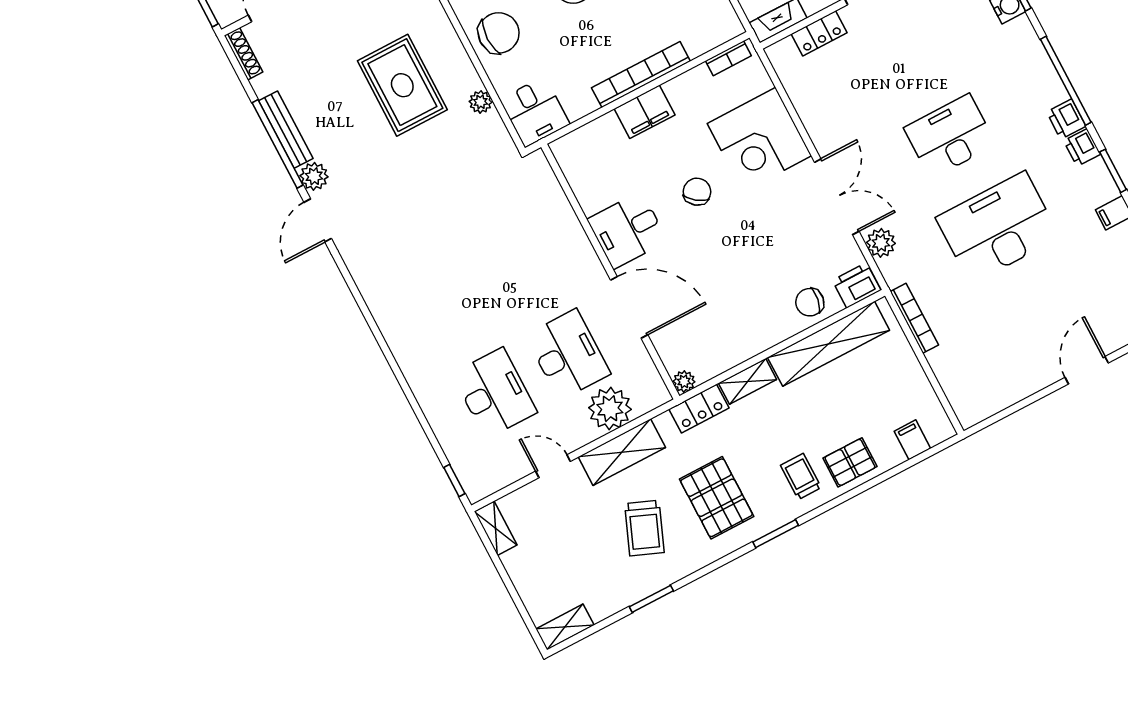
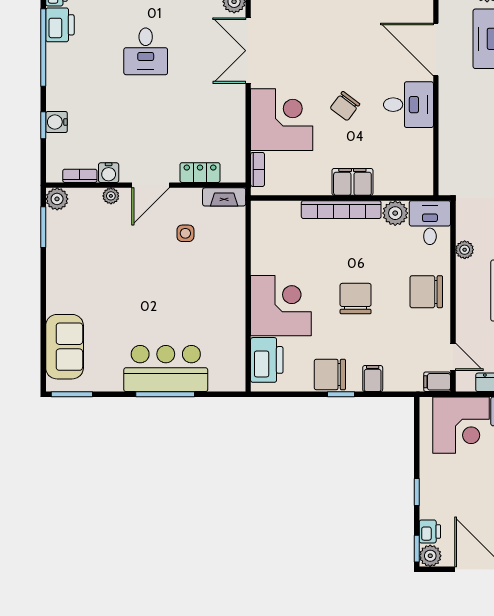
bookcase: (728, 58) -> (258, 169), moved, turned 90
plant: (579, 102) -> (395, 213), added
printer: (1066, 119) -> (60, 25), width x1.36, depth x1.24
desk: (950, 136) -> (146, 51), width x0.73

